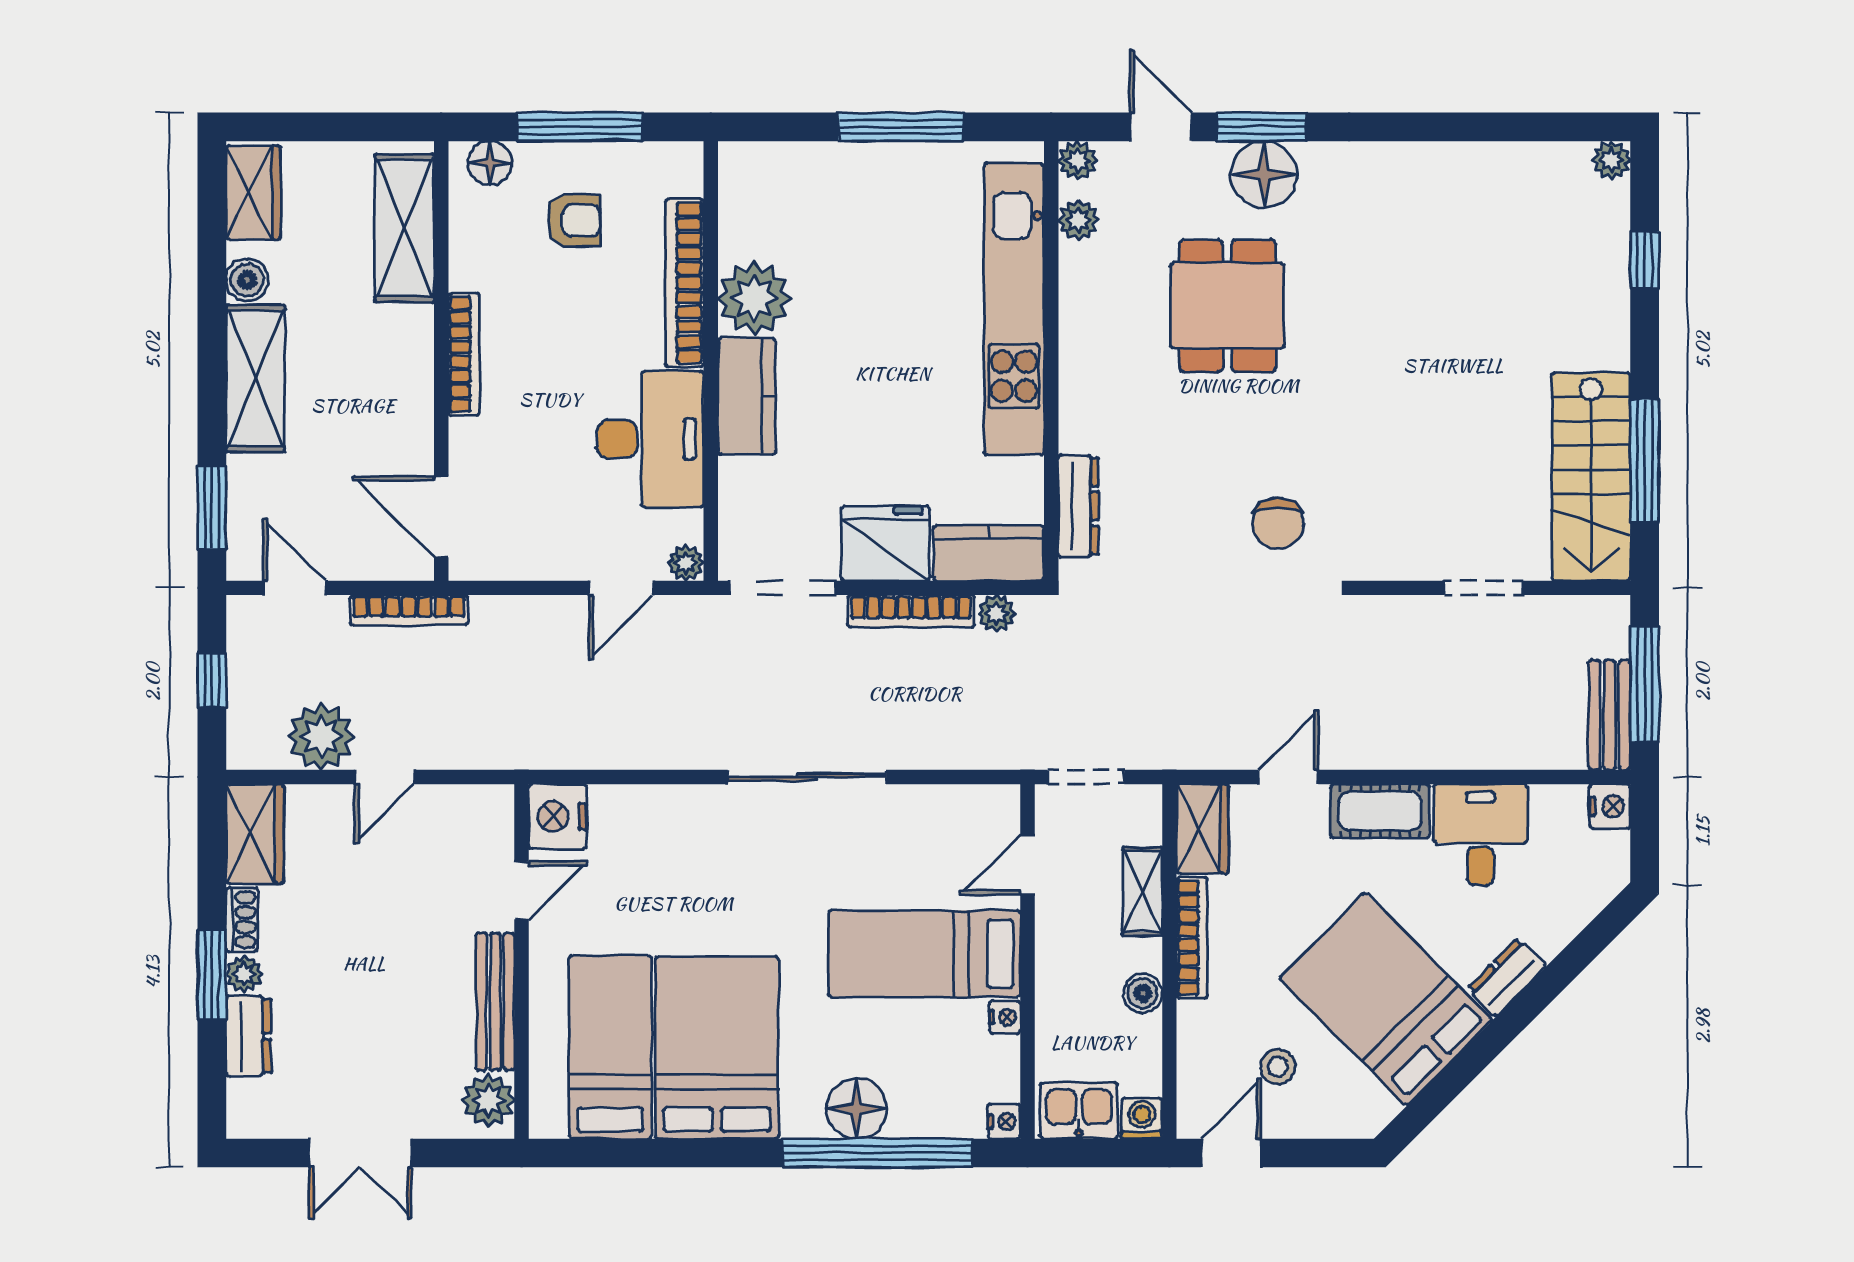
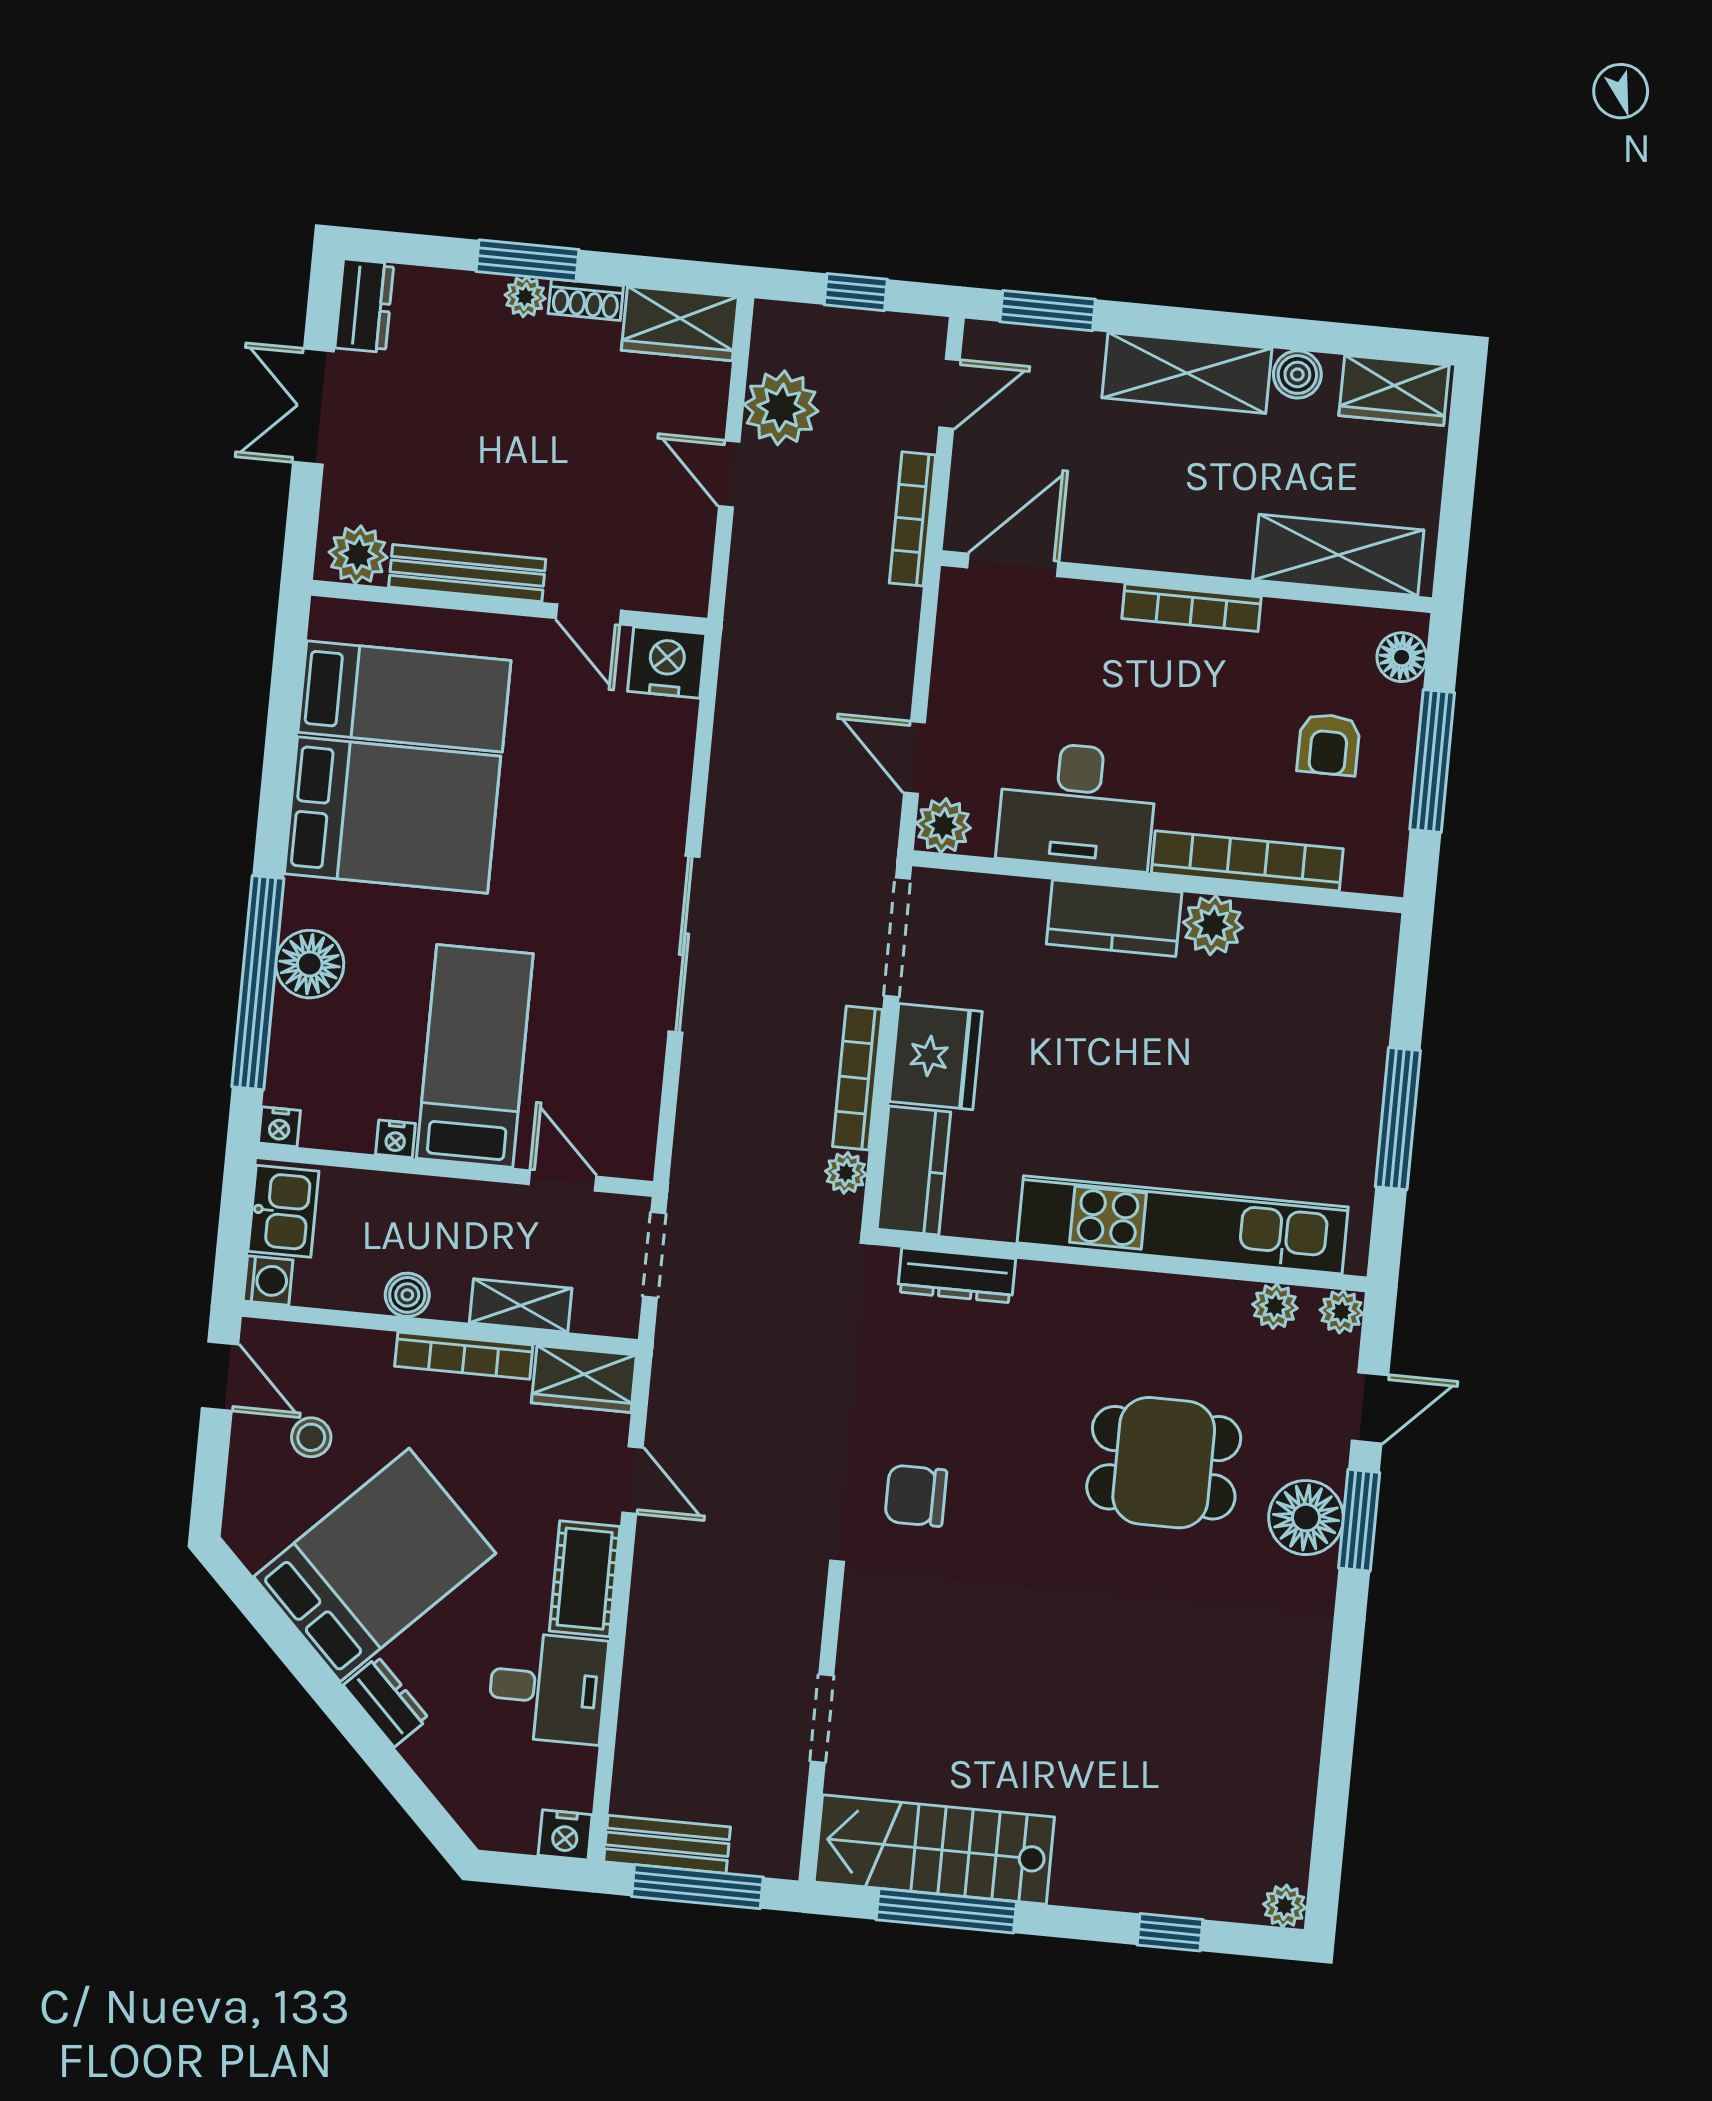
plant: (754, 298) -> (1213, 925), width x0.73, depth x0.73
plant: (686, 563) -> (943, 826), width x1.38, depth x1.38
dresser: (249, 1036) -> (364, 306), moved, turned -90

